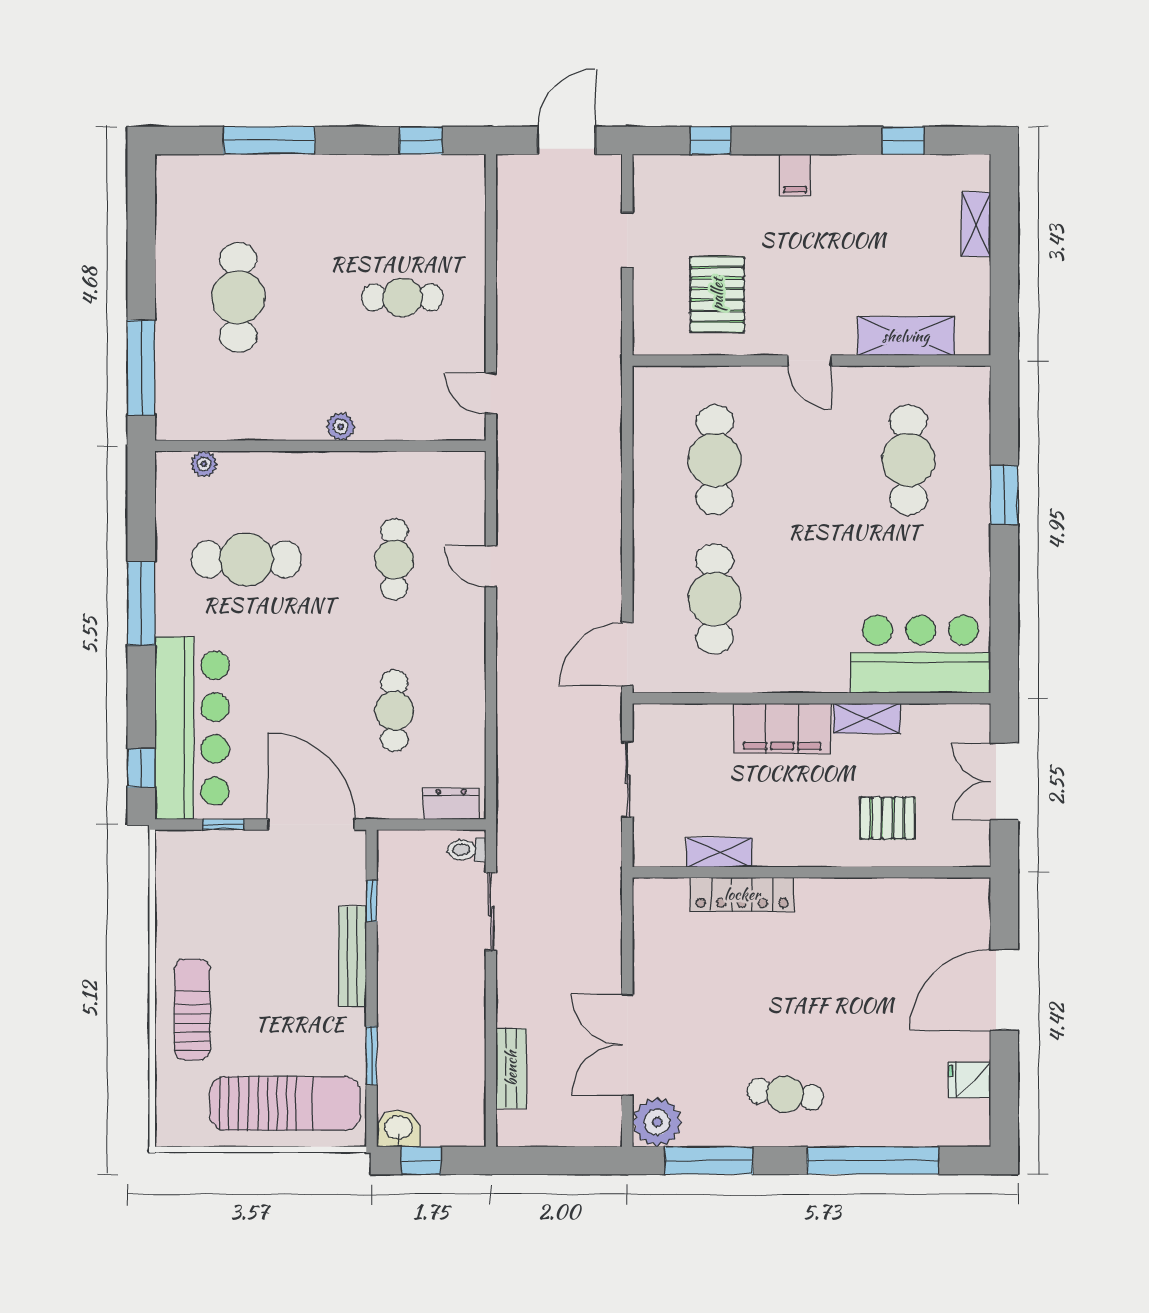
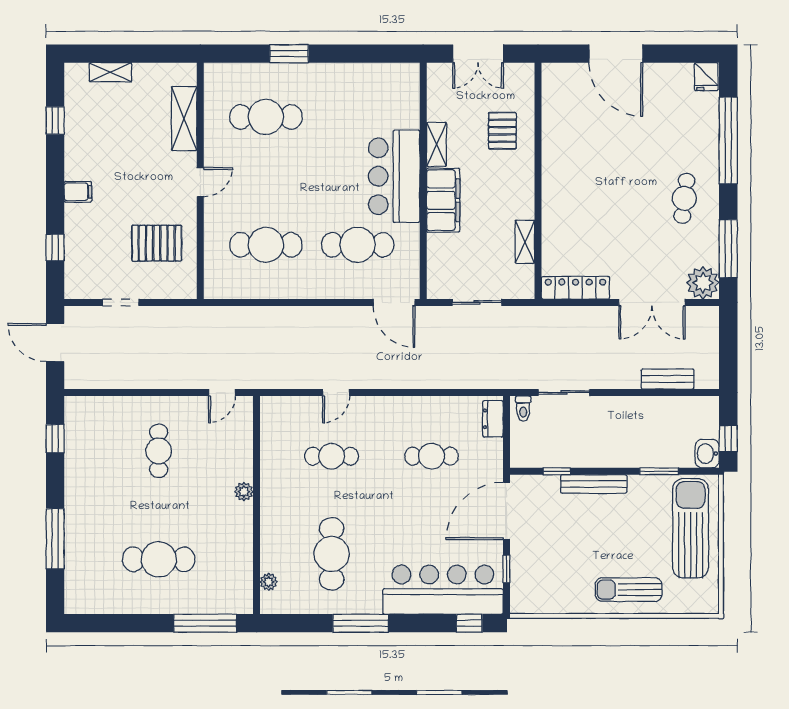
bar counter: (921, 654) -> (394, 176), moved
locker: (742, 894) -> (575, 288), moved, turned -90
fridge: (969, 1080) -> (706, 77), moved

